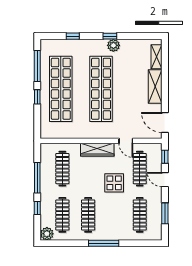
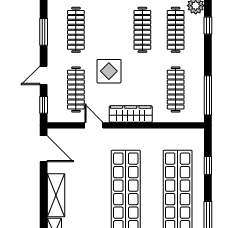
window: (37, 97) -> (208, 166), moved
window: (37, 178) -> (208, 95), moved
door: (165, 180) -> (44, 75), swing flipped
window: (37, 208) -> (208, 25), moved

